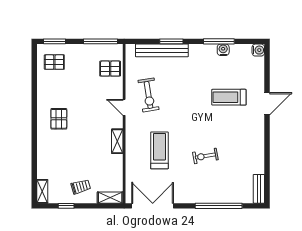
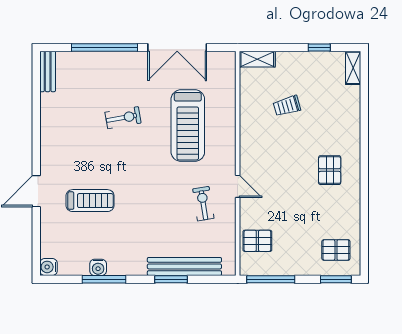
exercise bike: (148, 95) -> (203, 204), width x0.73, depth x0.72
shelving: (117, 141) -> (247, 139), removed
treadmill: (159, 150) -> (188, 126), width x1.37, depth x1.38
trolley: (81, 187) -> (287, 106), moved
double door: (153, 206) -> (177, 47), moved

